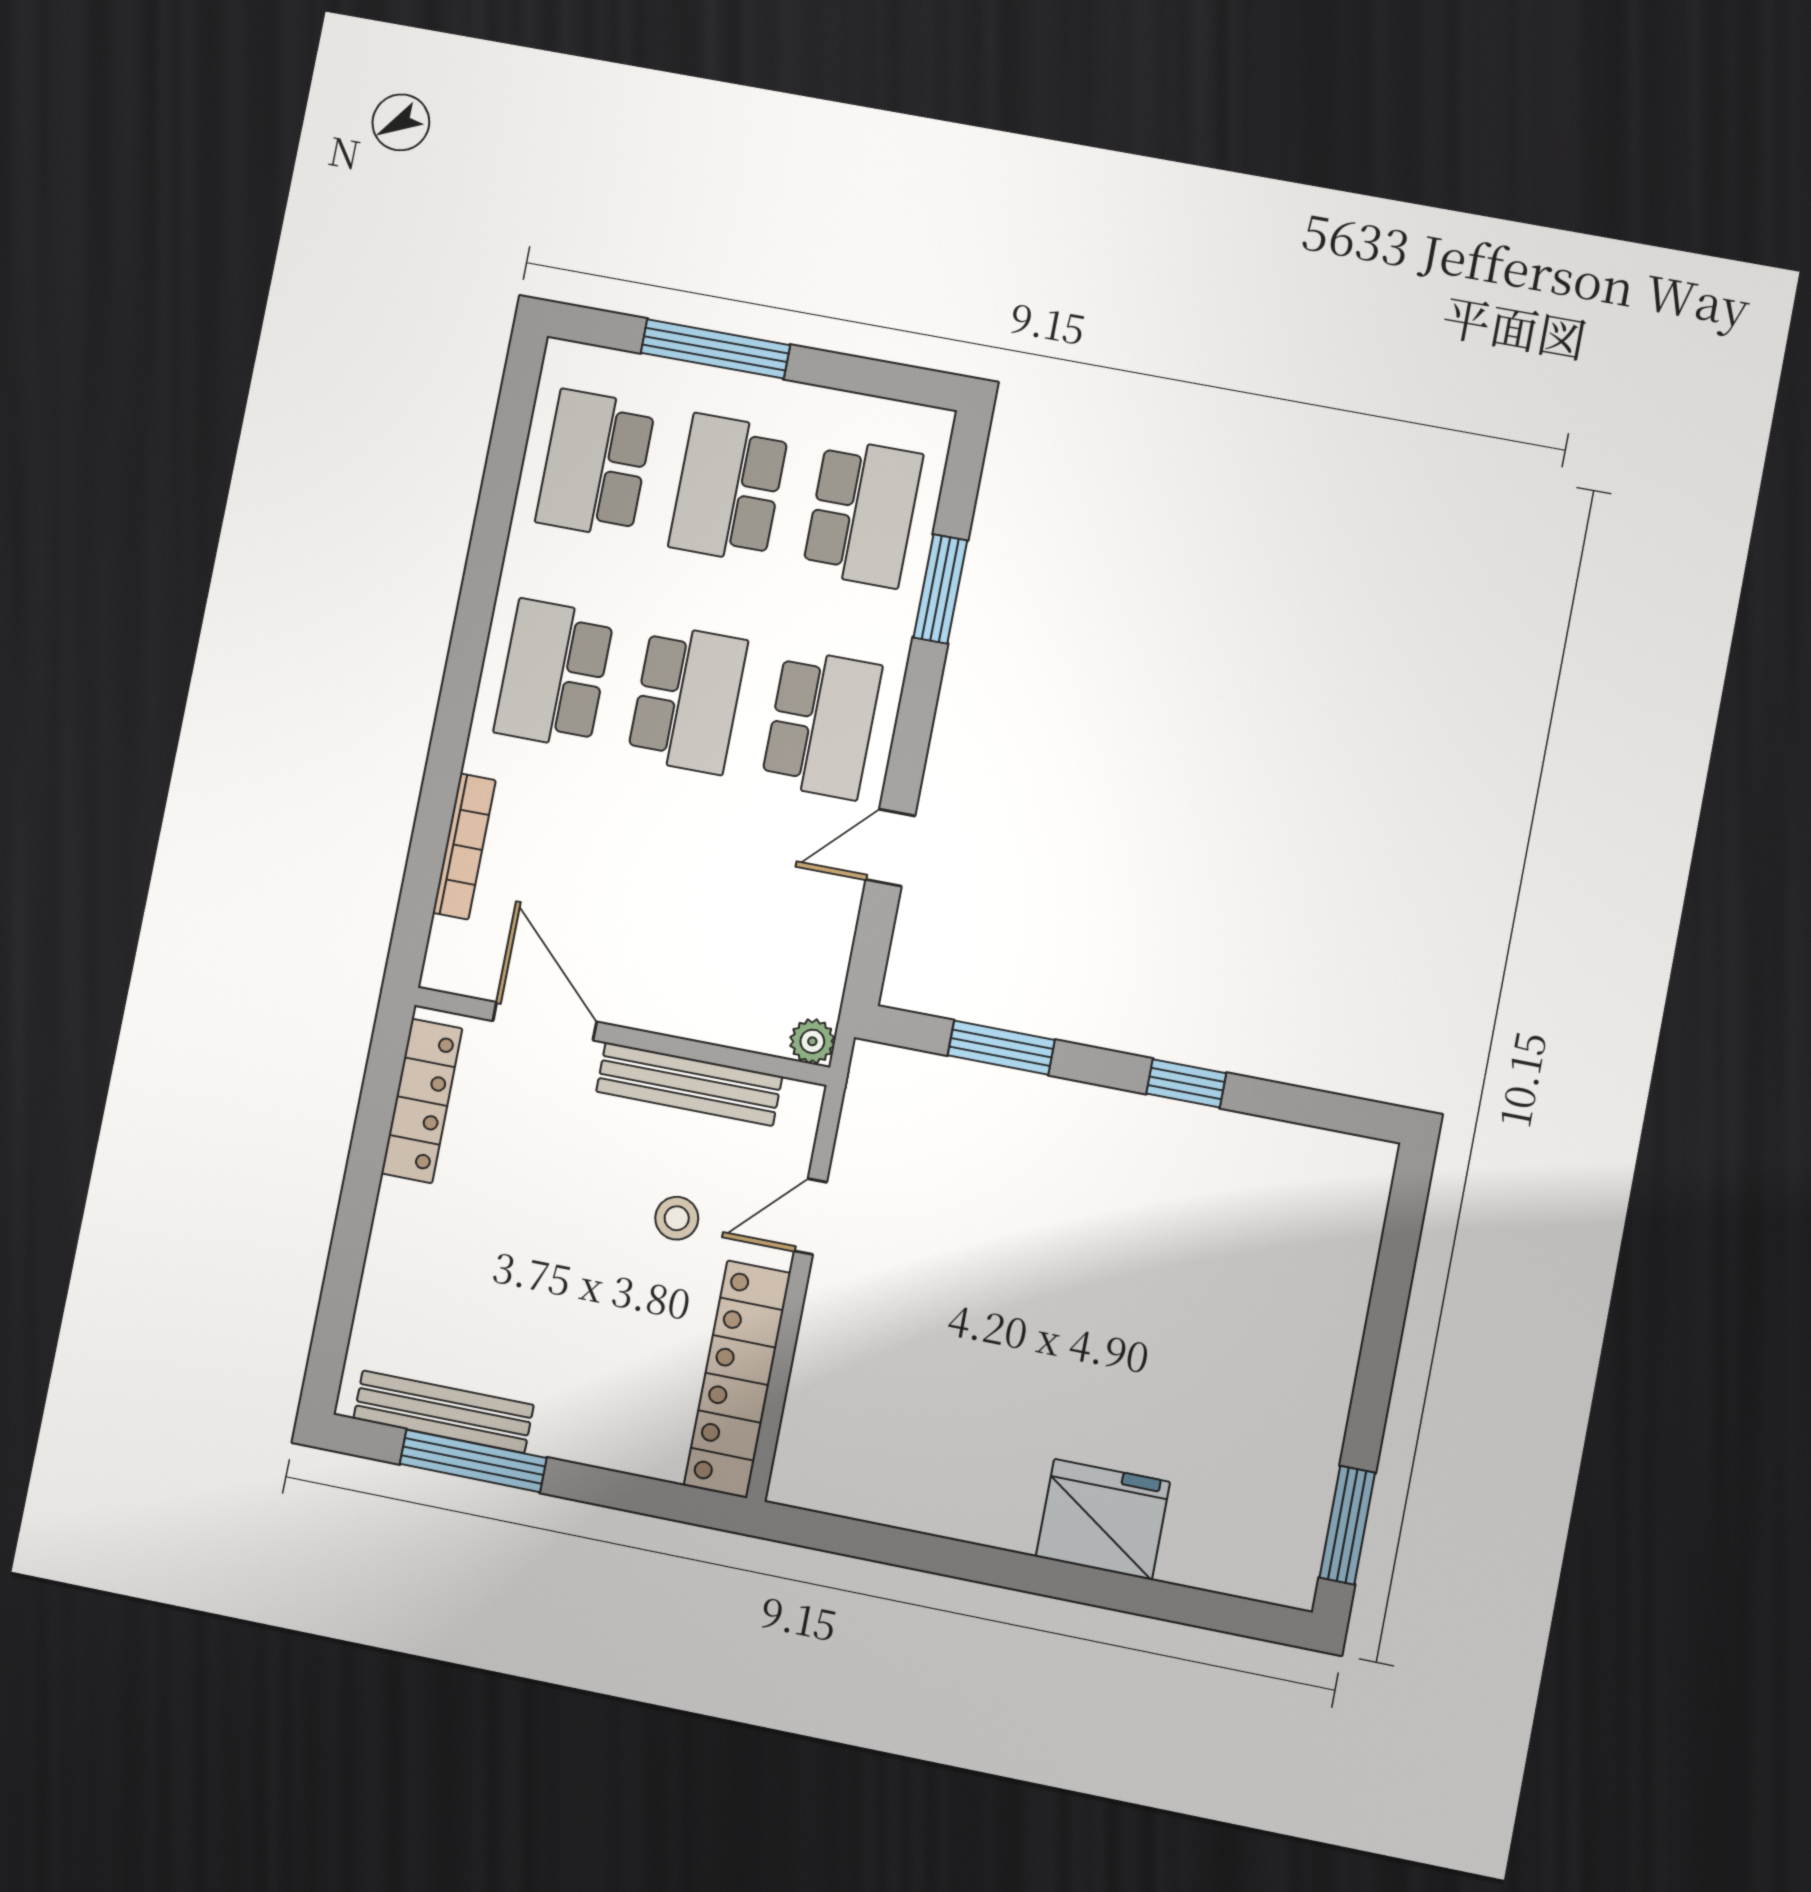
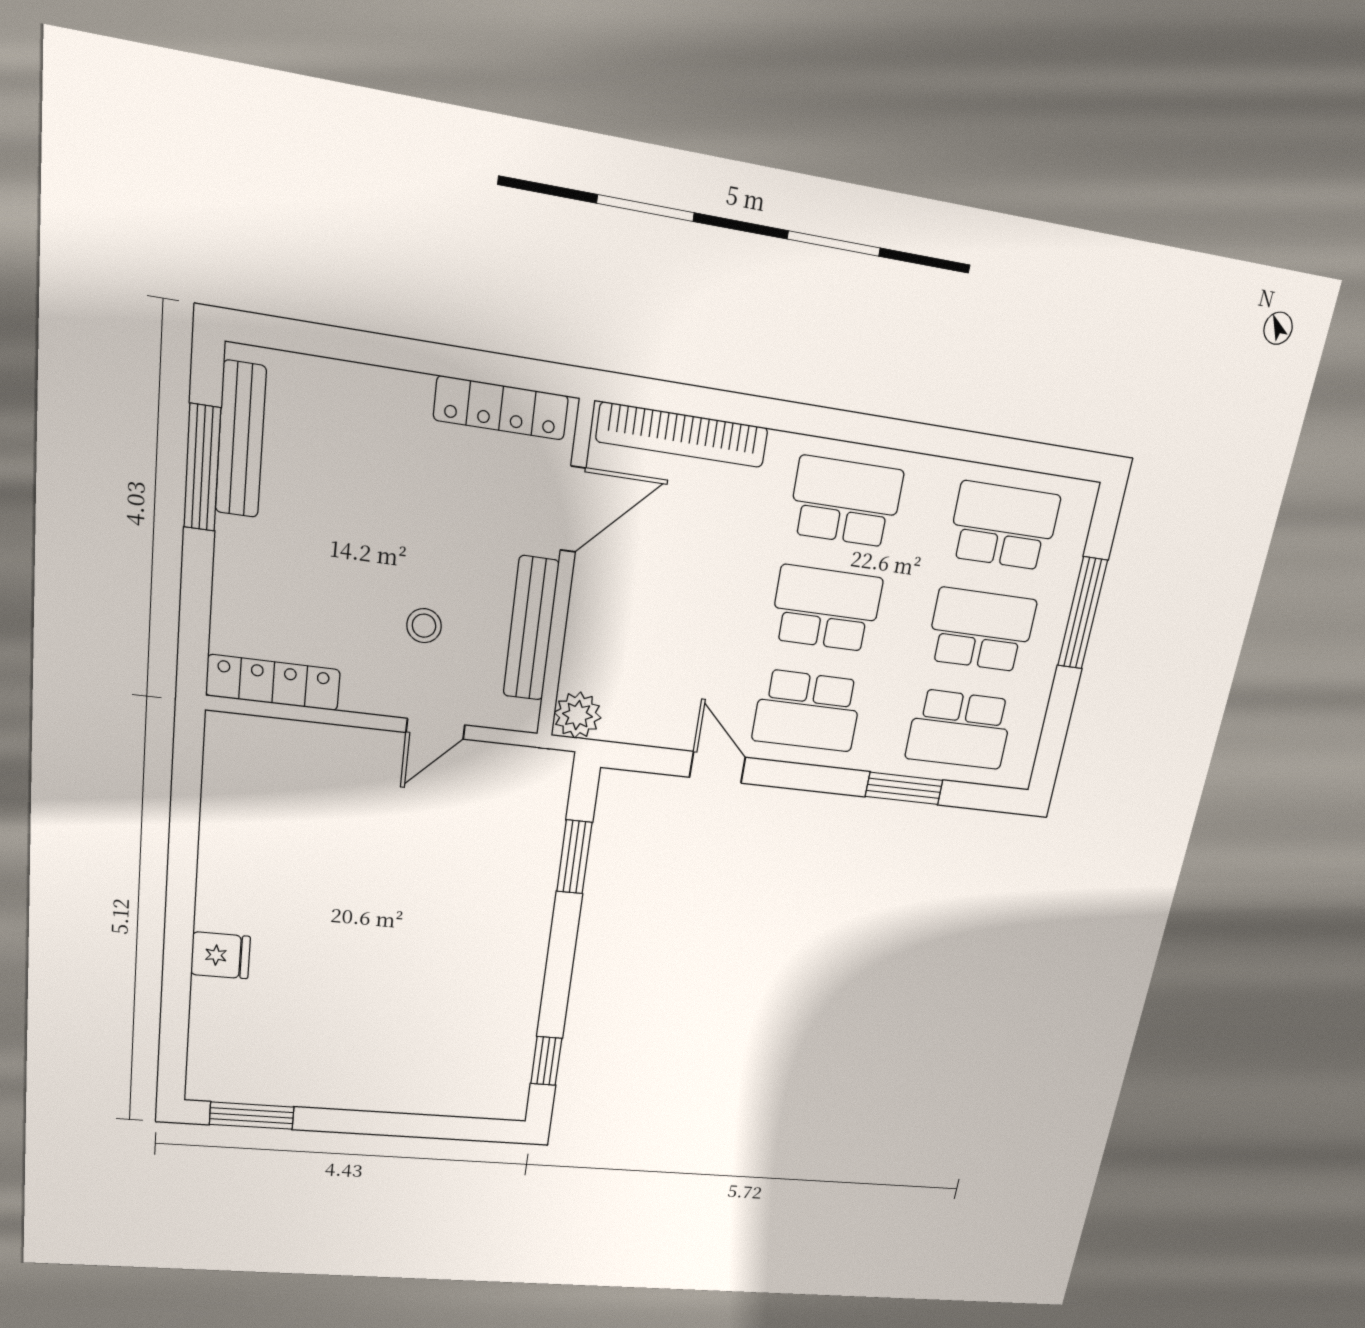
school desk: (687, 699) -> (826, 609), turned 180
bookcase: (464, 846) -> (682, 435), width x1.48, depth x1.31
plant: (812, 1041) -> (578, 715), width x1.38, depth x1.38
window: (1186, 1083) -> (546, 1061), moved
door: (810, 1217) -> (435, 729), swing flipped
locker: (737, 1379) -> (273, 683), width x0.71, depth x0.83
fridge: (1103, 1519) -> (221, 955), width x0.53, depth x0.75

